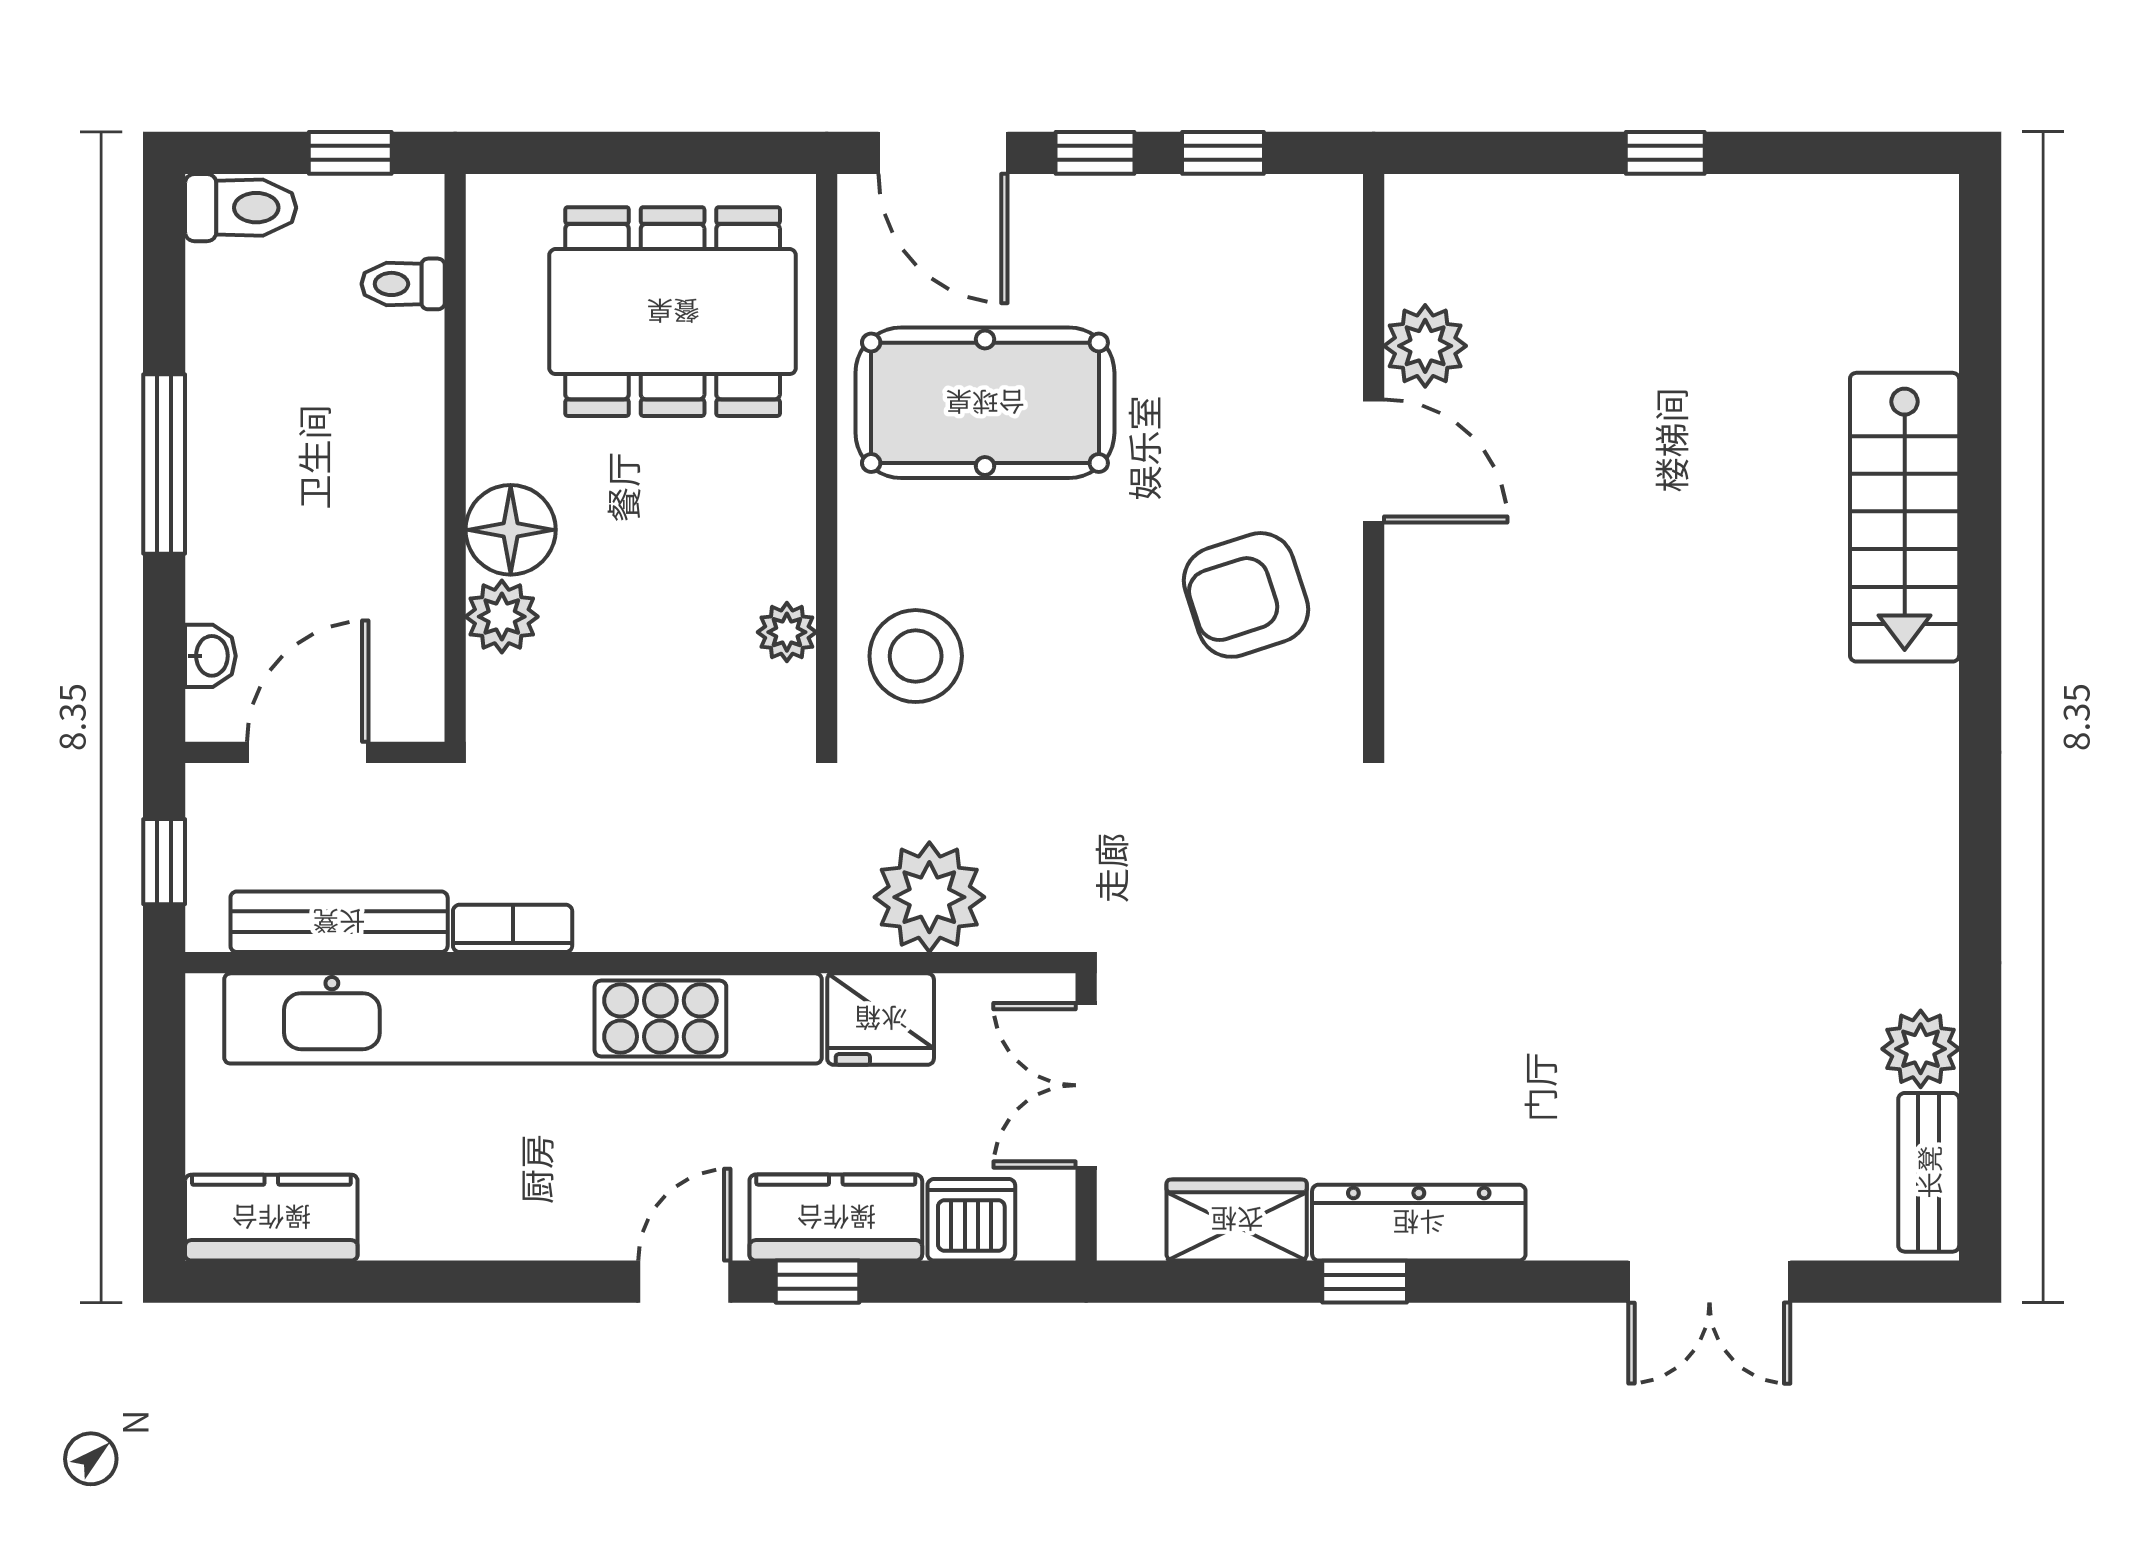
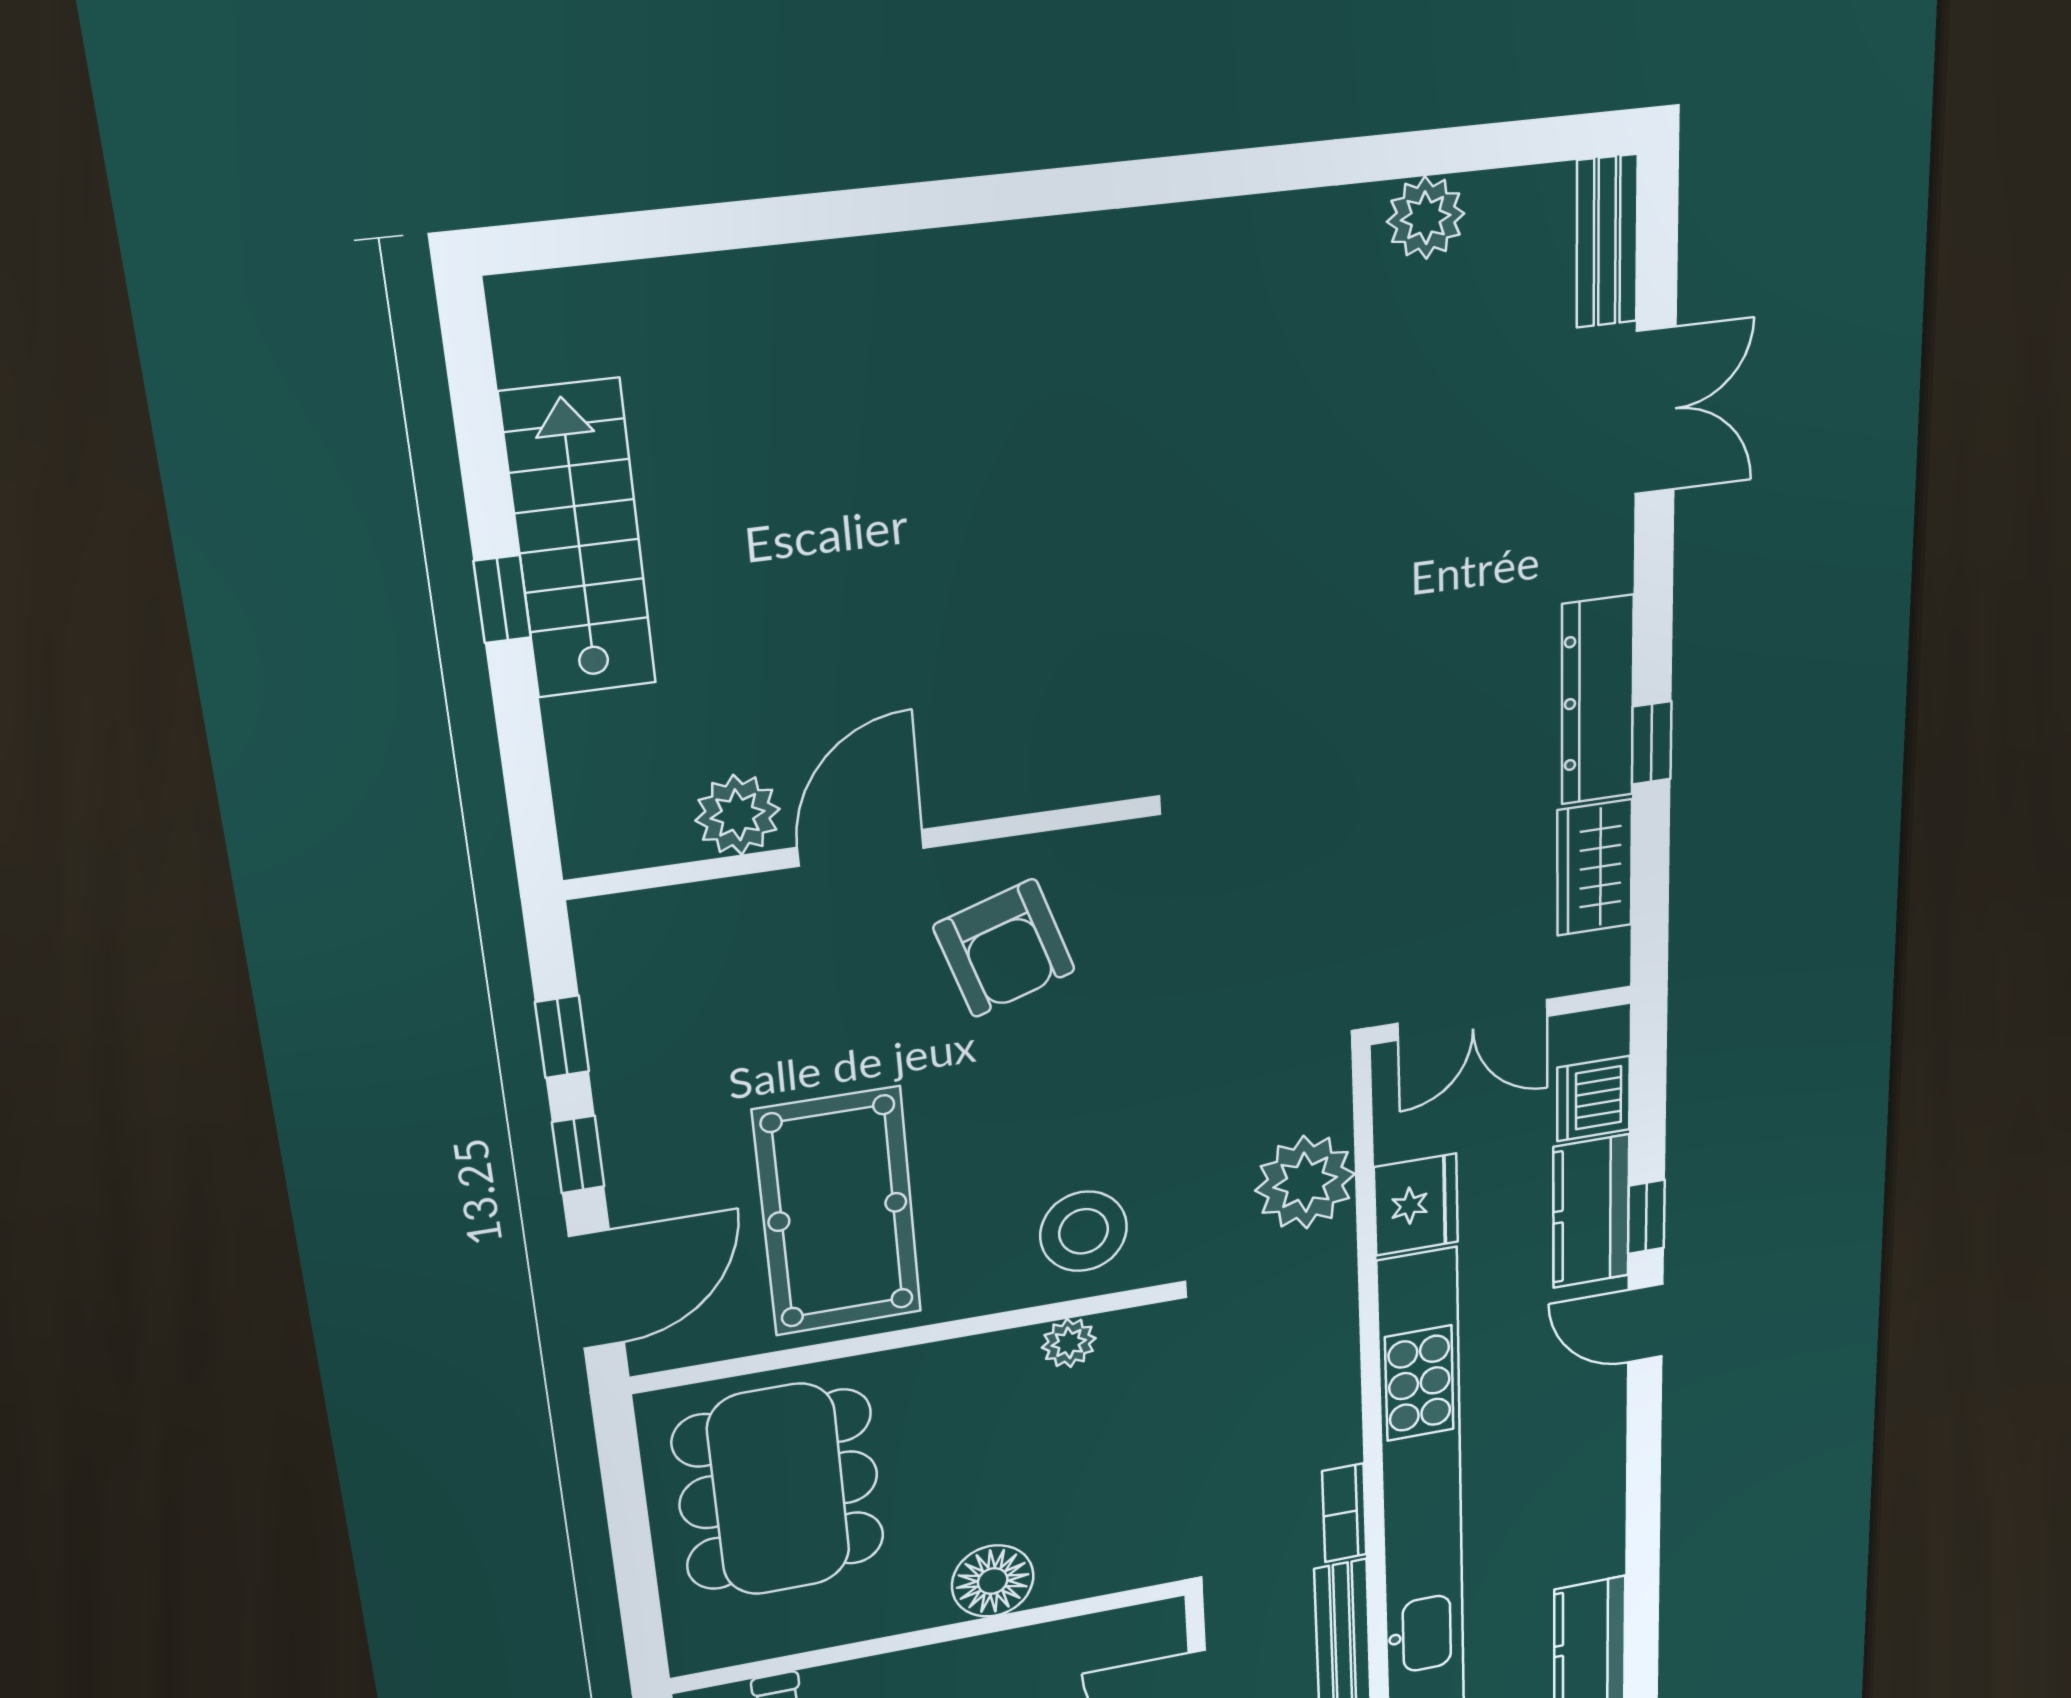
stairs: (1905, 517) -> (578, 540), moved, turned -90
plant: (502, 617) -> (1071, 1573), removed
bench: (1929, 1172) -> (1607, 241), moved, turned 90

